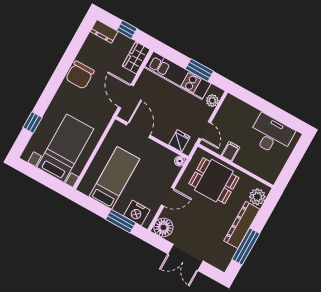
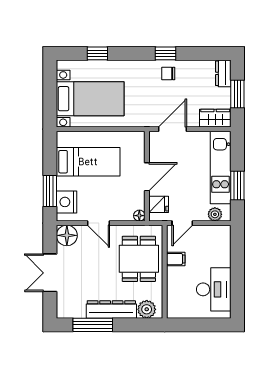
window: (127, 29) -> (237, 94), width x1.50
window: (63, 68) -> (166, 53), added
chair: (80, 75) -> (168, 73), width x0.54, depth x0.54
door: (138, 130) -> (147, 177), moved

